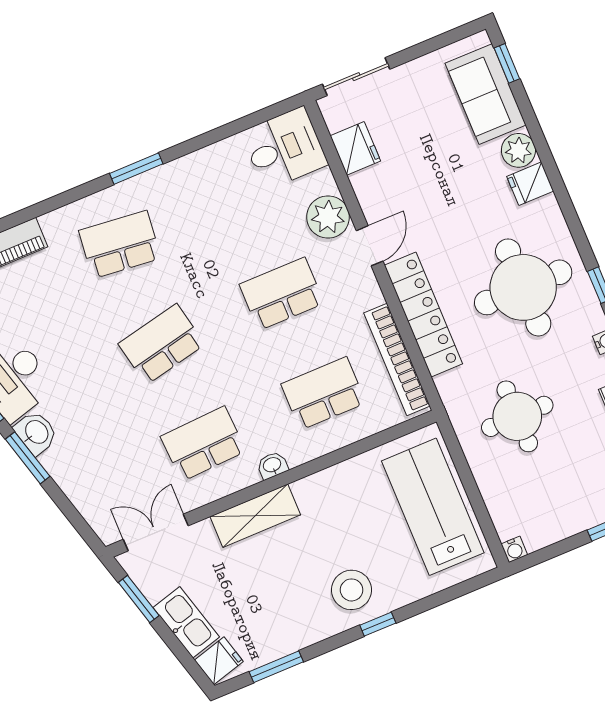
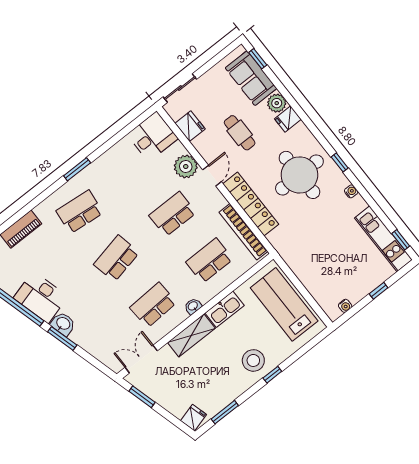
cafe table: (439, 184) -> (240, 133), added
round table: (517, 416) -> (315, 244), removed
water cooler: (514, 549) -> (345, 306), moved
kitchen sink: (186, 622) -> (225, 309), moved, turned 106

